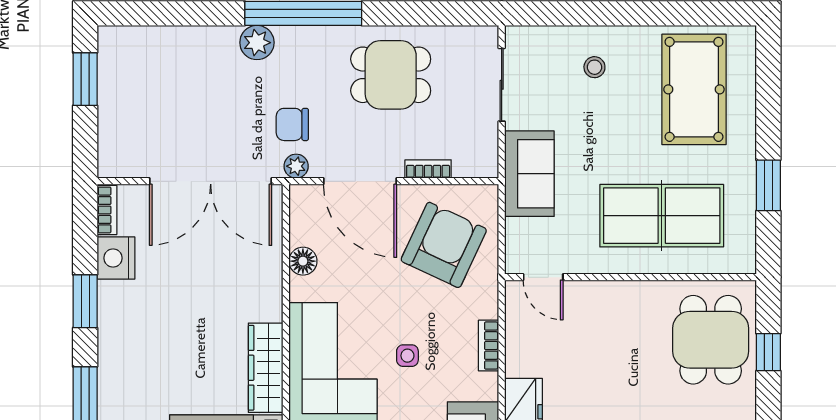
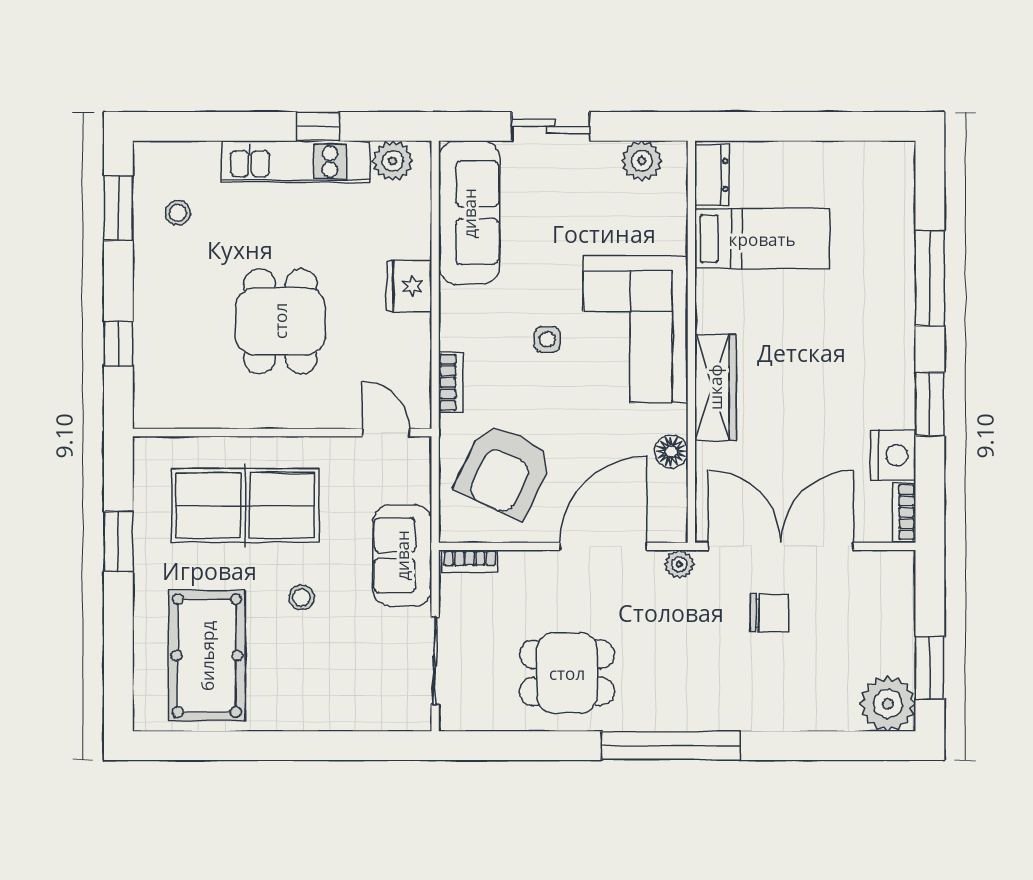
plant: (257, 43) -> (888, 704), moved, width x1.36, depth x1.36
stool: (594, 67) -> (302, 597), moved
chair: (292, 124) -> (769, 613), moved
bookcase: (428, 169) -> (470, 561), moved
door: (360, 181) -> (603, 546), hinge flipped
dining table: (711, 340) -> (280, 321), moved
bookcase: (489, 346) -> (451, 382), moved
wardrobe: (266, 368) -> (715, 387), moved

